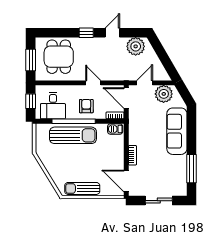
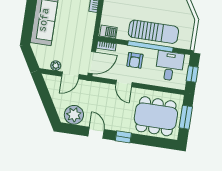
door: (112, 33) -> (96, 133), swing flipped
dining table: (59, 57) -> (156, 116), width x1.37
plant: (164, 94) -> (56, 66), width x0.53, depth x0.53
door: (126, 98) -> (92, 62), hinge flipped
sun lounger: (73, 135) -> (153, 32), turned 180

